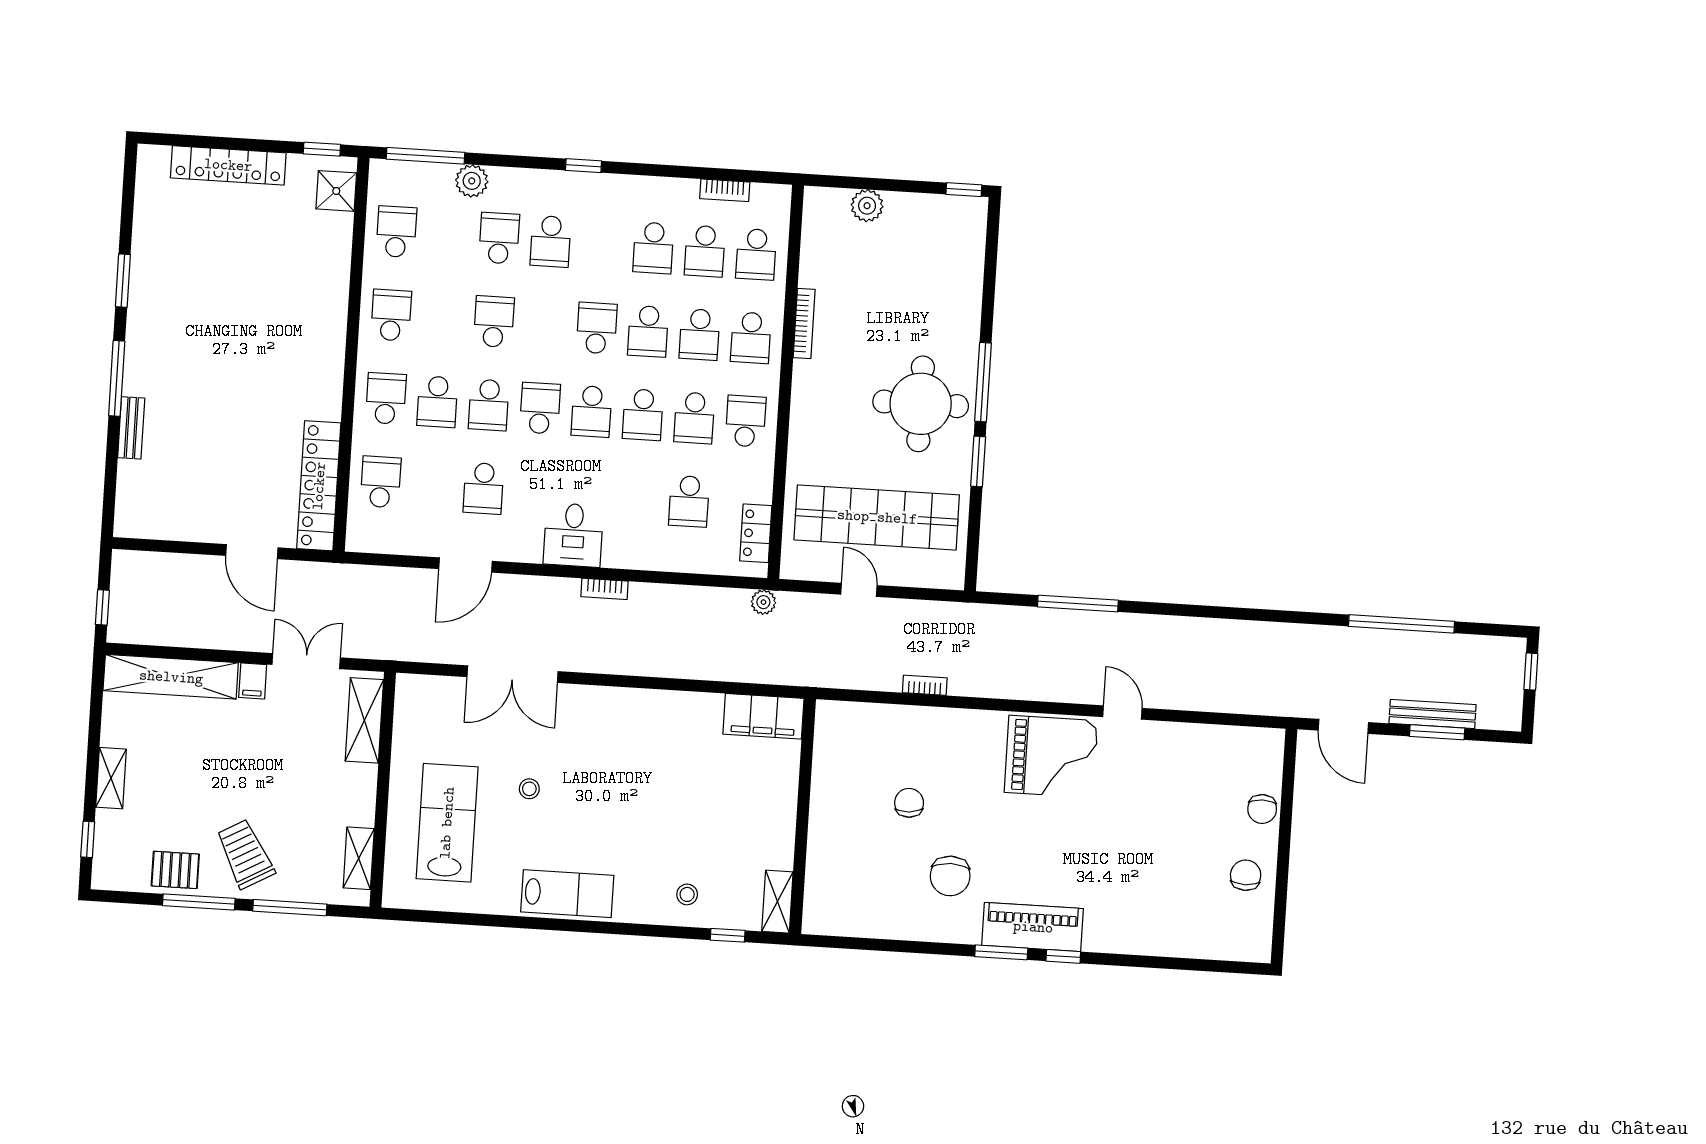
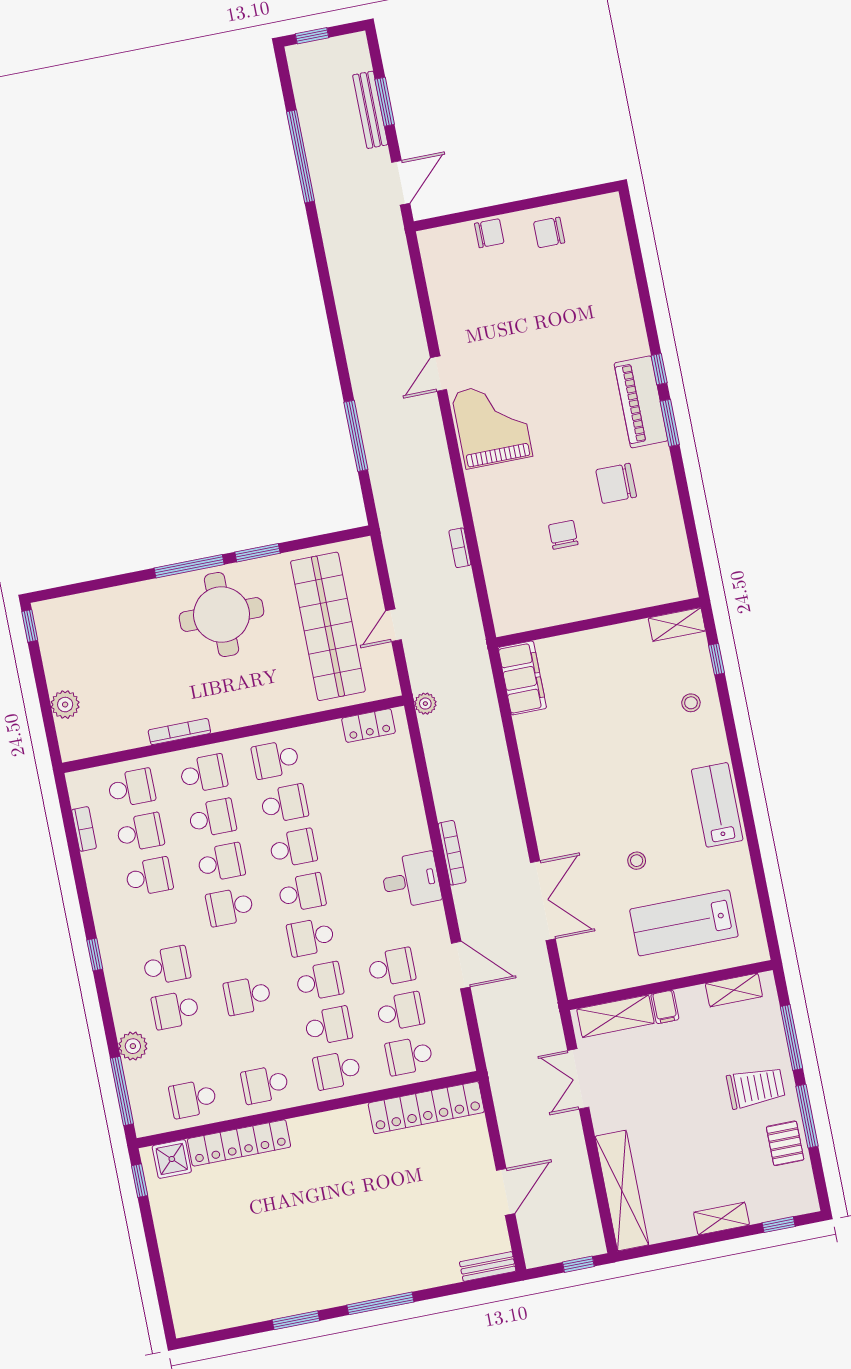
locker: (228, 165) -> (239, 1143), moved, turned 90
bench: (131, 428) -> (488, 1266), moved
school desk: (689, 501) -> (400, 1012), moved
door: (252, 552) -> (506, 1192), moved
bookcase: (605, 589) -> (452, 853), width x1.56
filing cabinet: (253, 681) -> (665, 1007), moved, turned 90
chair: (909, 803) -> (563, 535), turned 94
trolley: (245, 854) -> (756, 1087), turned -151
chair: (950, 876) -> (616, 483), turned 180

